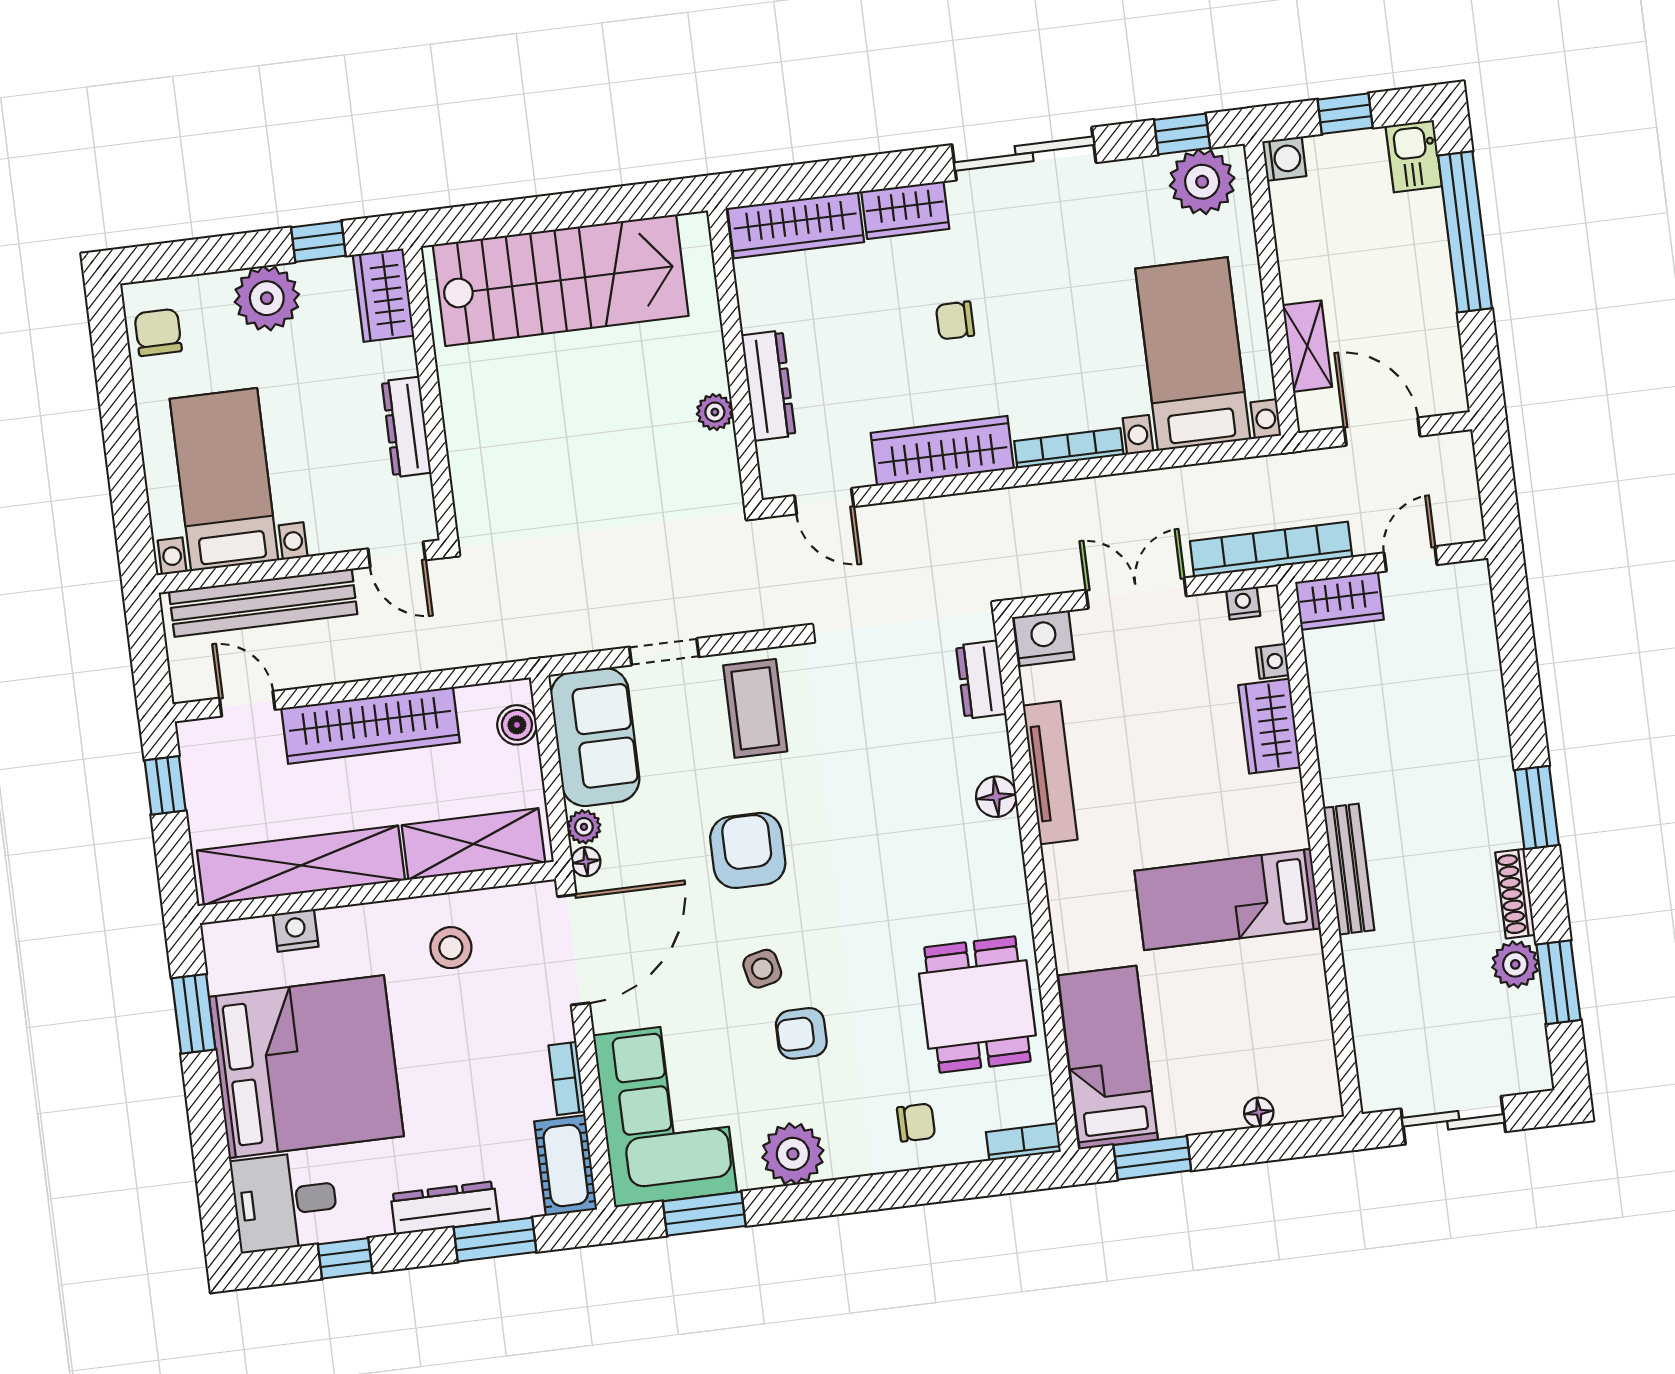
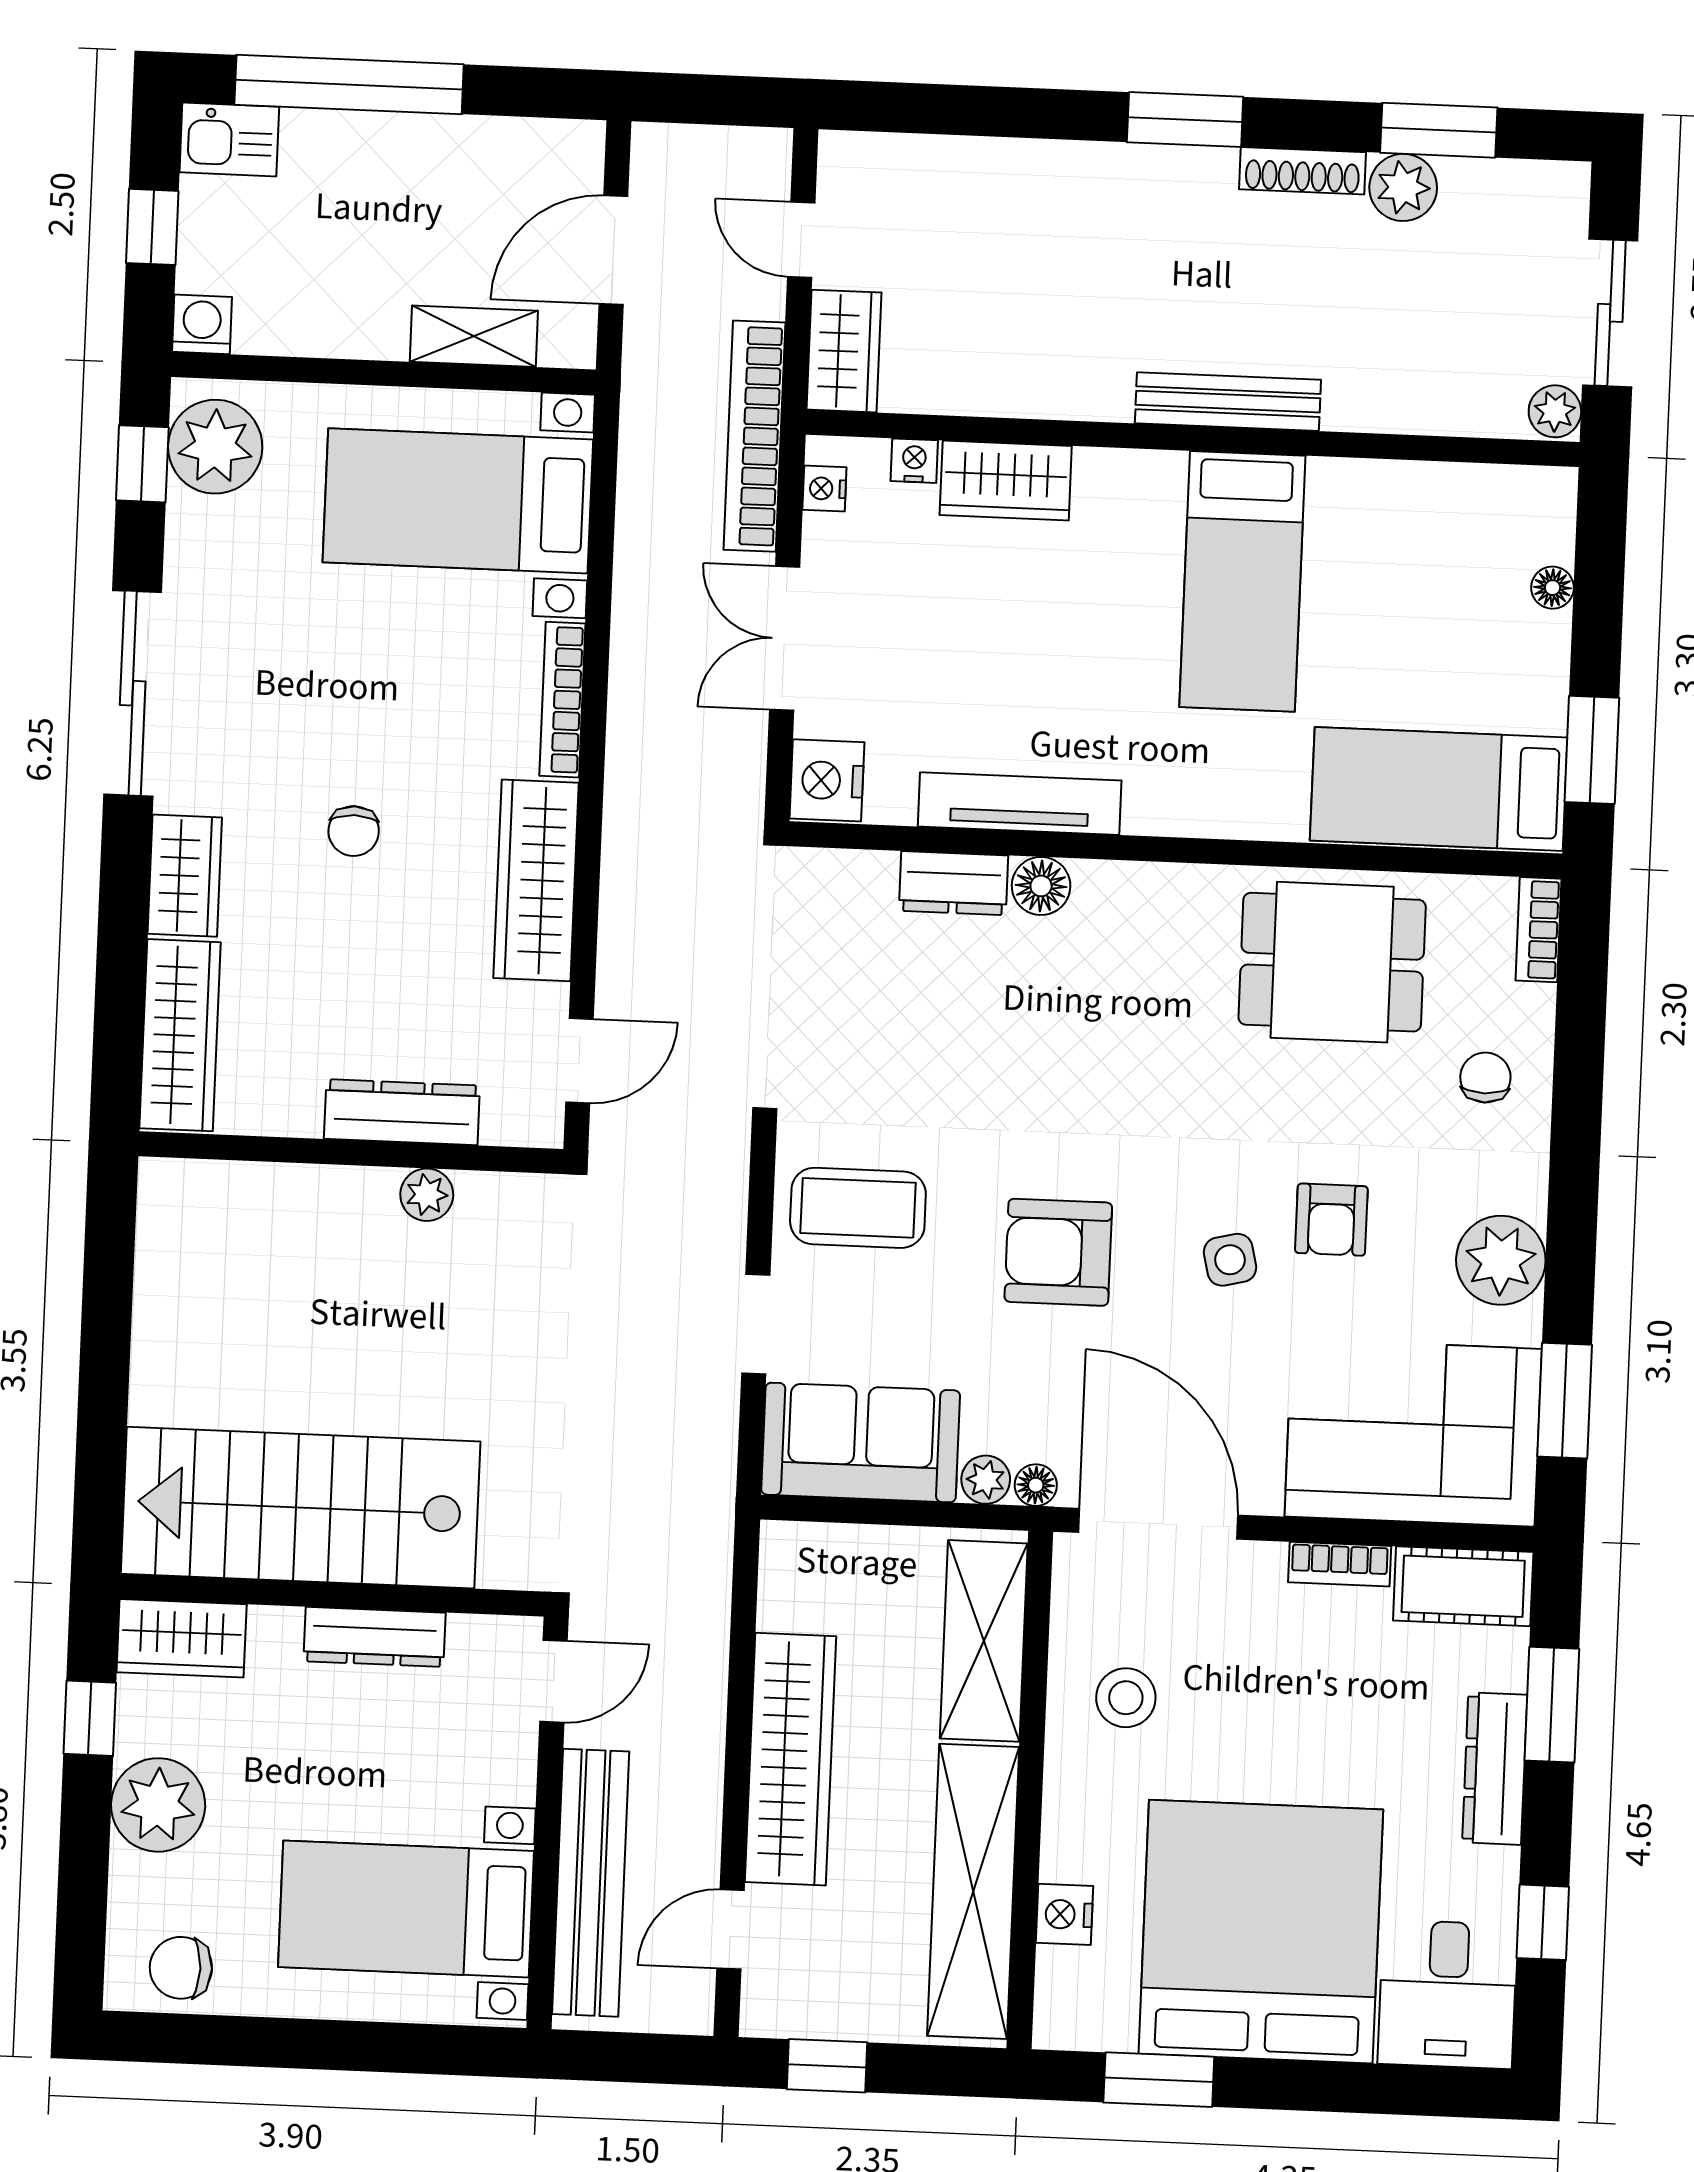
stairs: (561, 280) -> (301, 1508), moved, turned -90
dresser: (981, 680) -> (954, 883), moved
boiler: (517, 725) -> (825, 1551), removed
plant: (1380, 1094) -> (1555, 411), added

